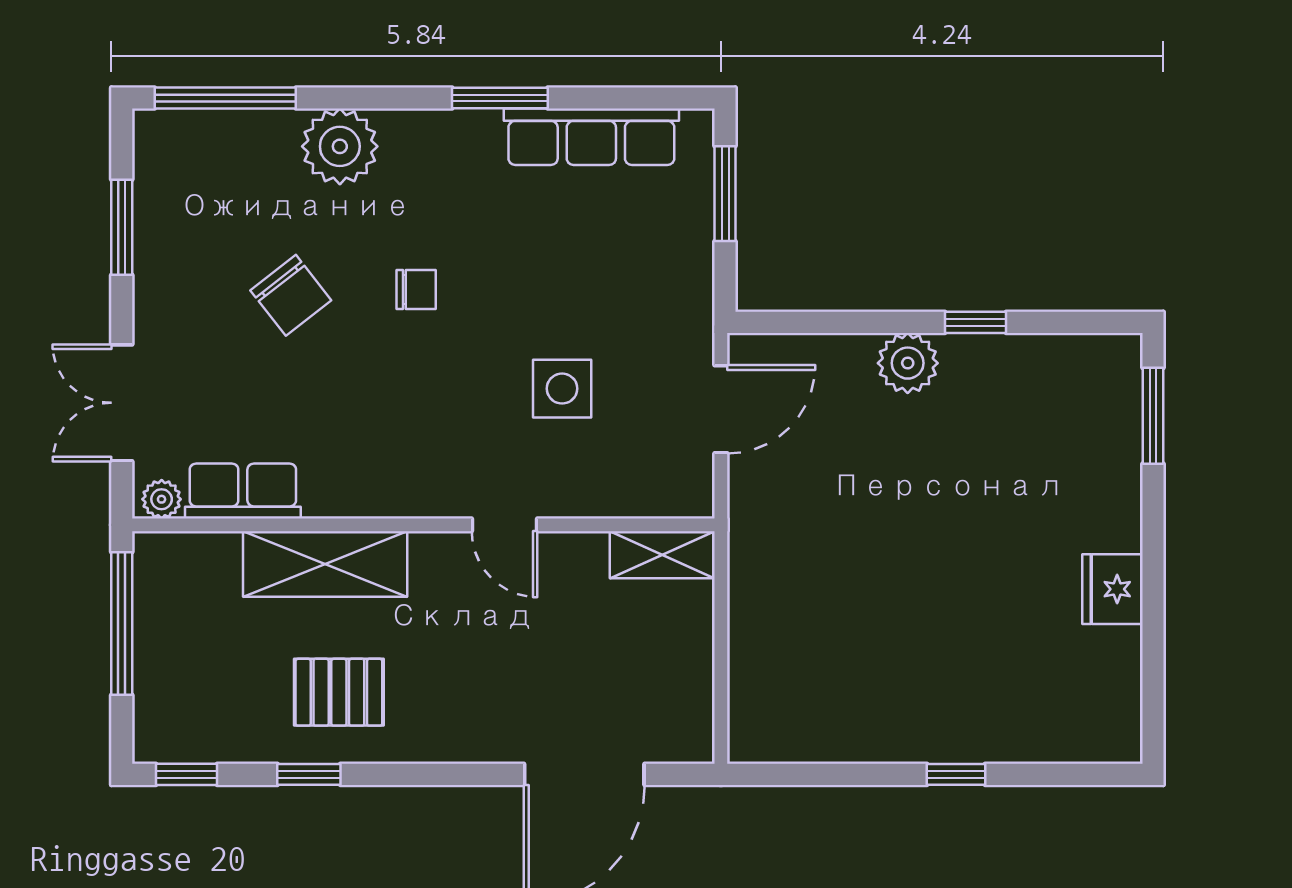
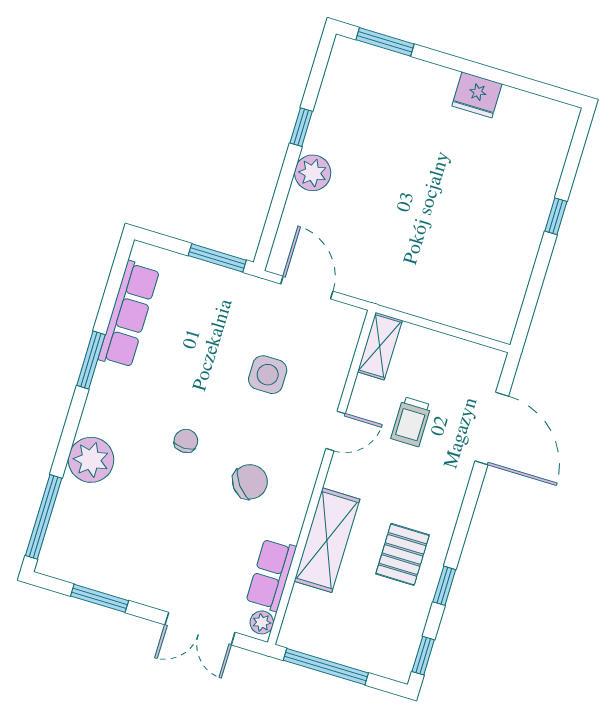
window: (725, 194) -> (217, 258), moved
chair: (291, 295) -> (250, 482), moved
trolley: (556, 642) -> (411, 422), added

